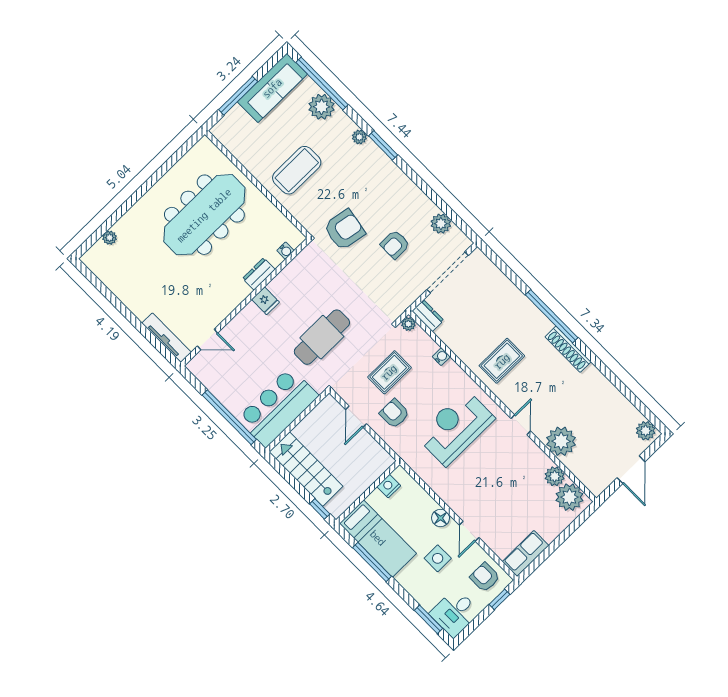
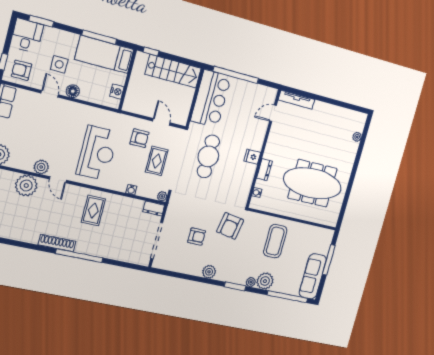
plant: (321, 107) -> (265, 281), moved
meeting table: (204, 215) -> (312, 183), turned 90
plant: (441, 224) -> (209, 272), moved
armchair: (395, 244) -> (197, 237), turned 90
plant: (555, 476) -> (41, 167), moved
armchair: (485, 577) -> (22, 70), turned 180

